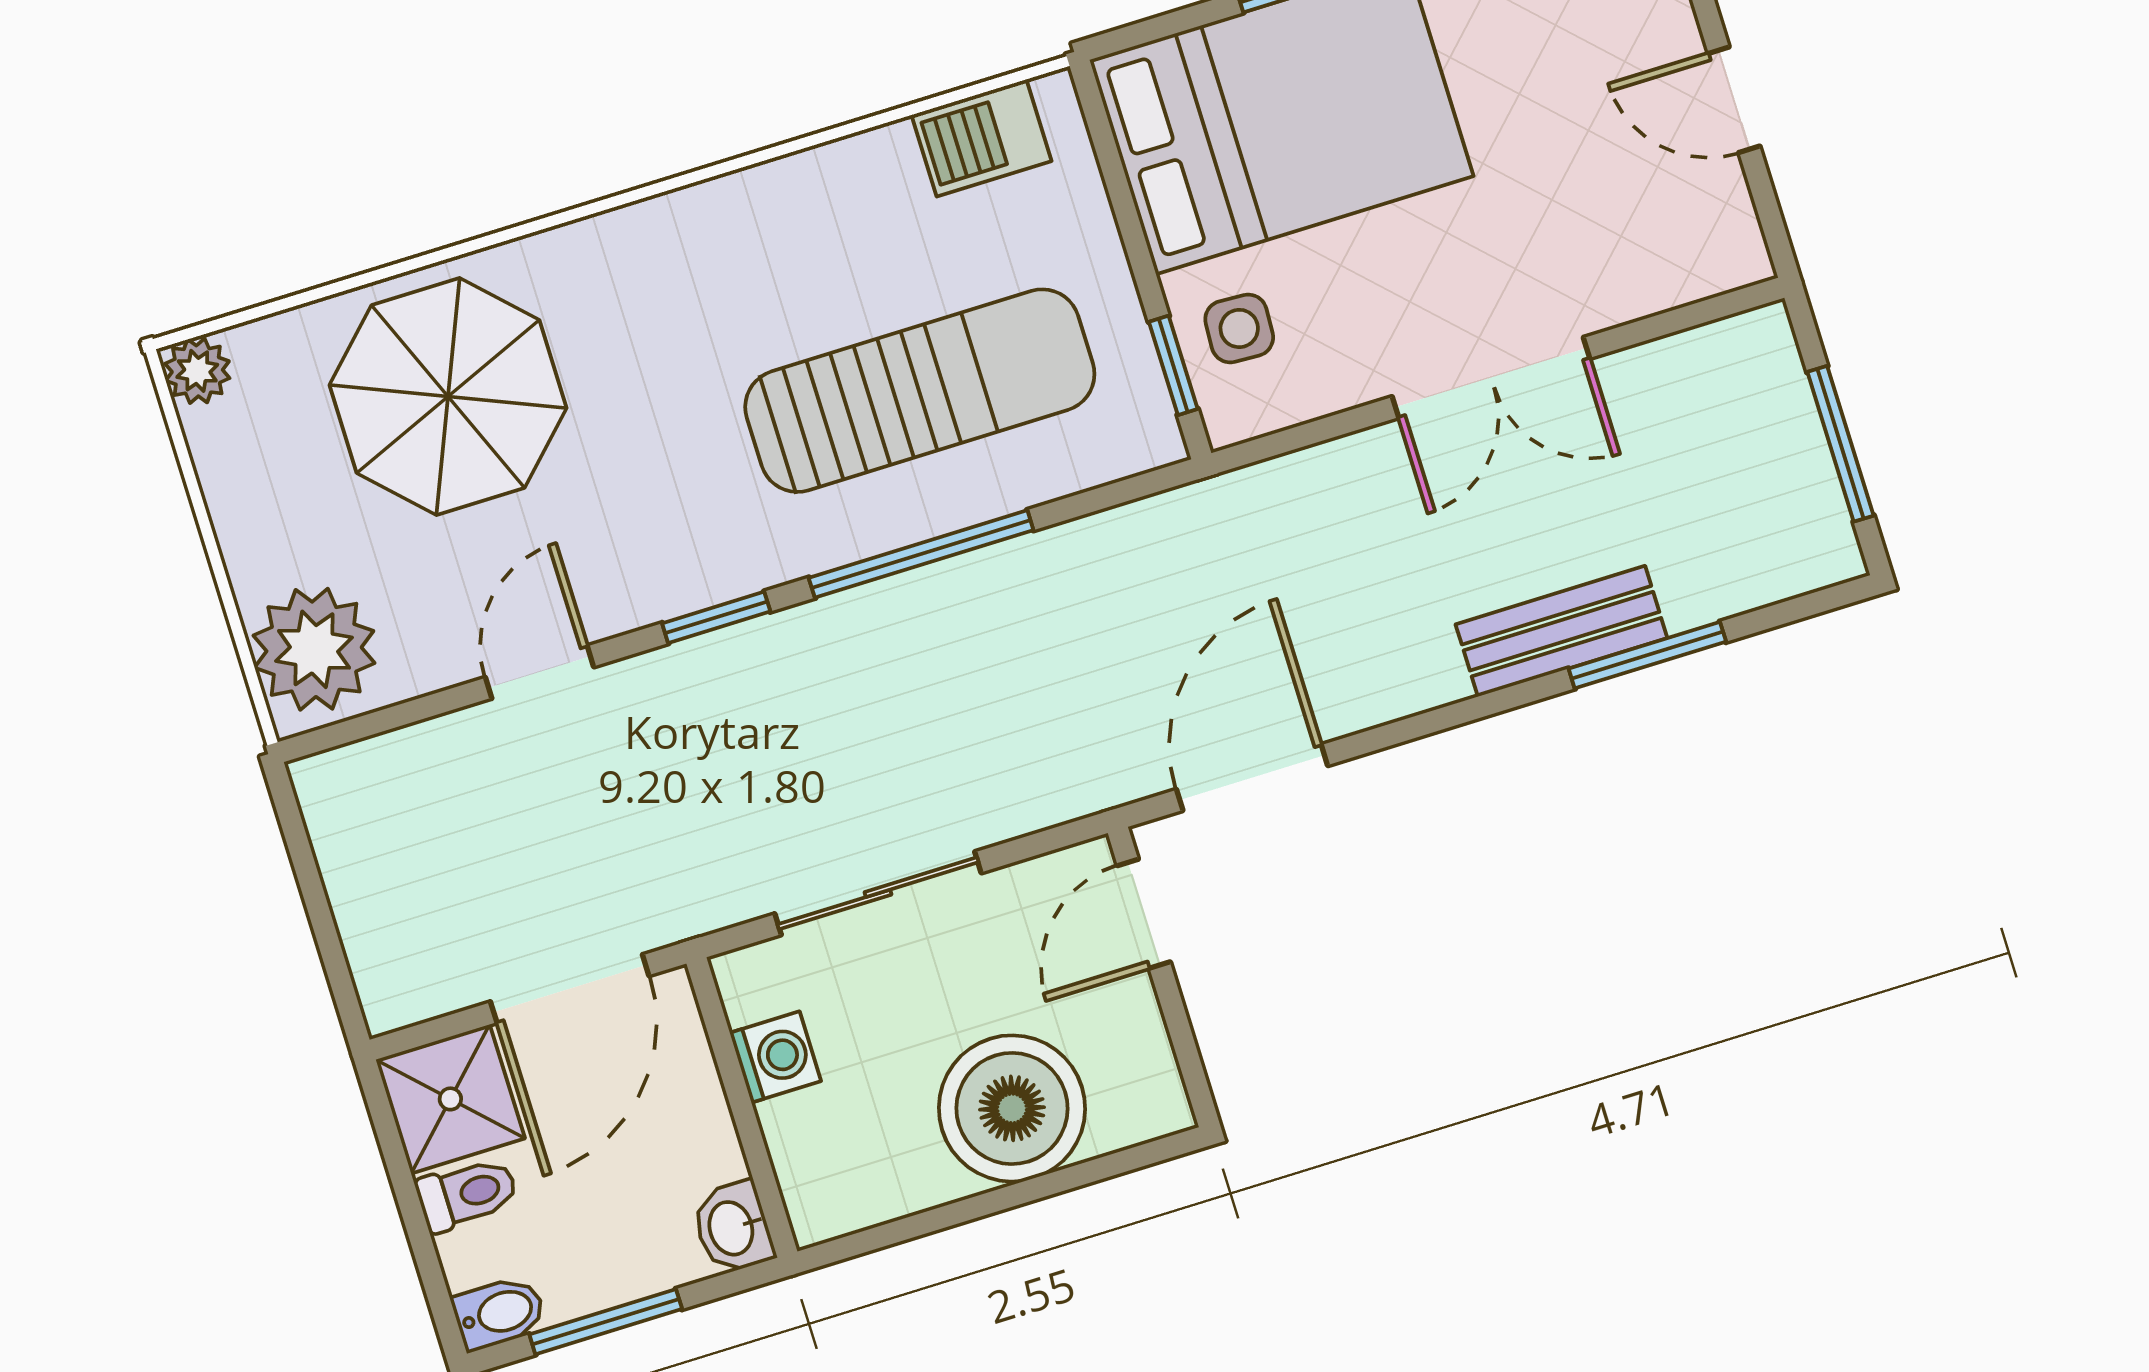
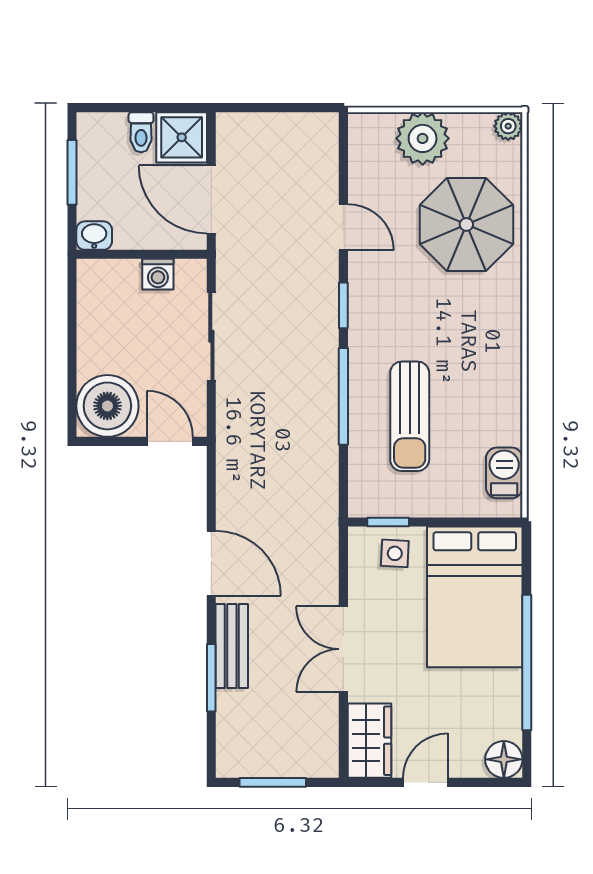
wardrobe: (1679, 255) -> (369, 741), added
sun lounger: (920, 391) -> (410, 416), width x0.73, depth x0.75
plant: (314, 649) -> (423, 138), moved
door: (1252, 777) -> (211, 563), moved
boiler: (1012, 1108) -> (107, 406), moved
bidet: (499, 1313) -> (89, 130), removed

